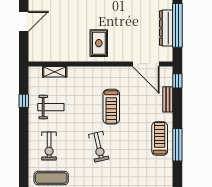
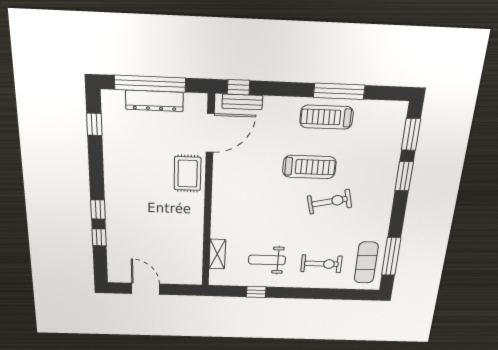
rug: (99, 43) -> (188, 174), moved, turned 90
bench: (168, 99) -> (242, 102), moved
weight bench: (51, 107) -> (267, 260), turned -90
treadmill: (111, 107) -> (309, 167), moved

